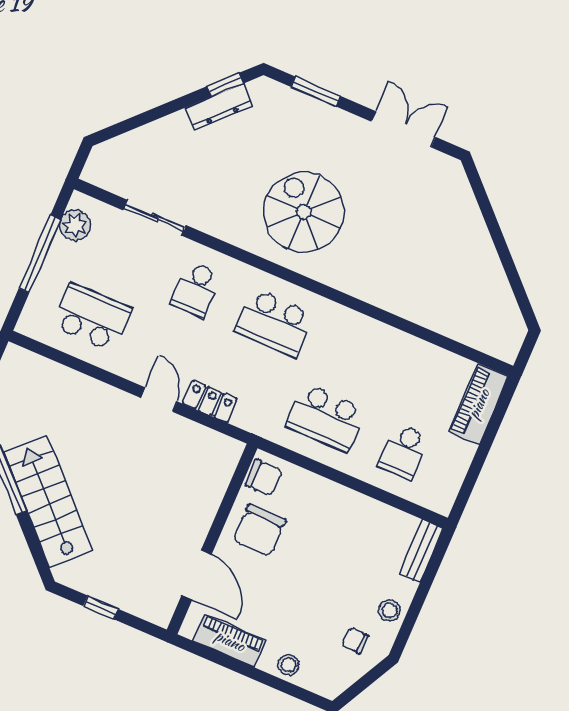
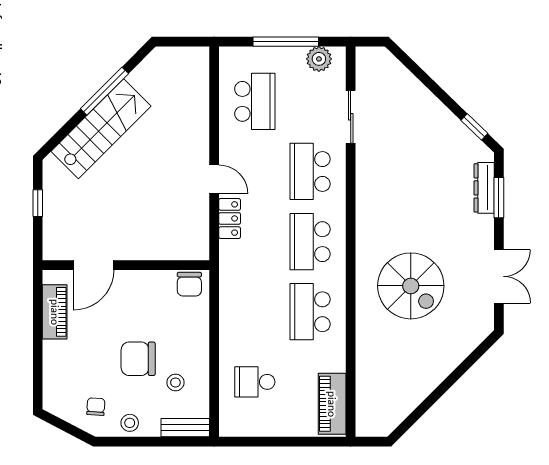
dresser: (219, 107) -> (484, 188), moved, turned 46
spiral stairs: (304, 212) -> (411, 286), moved, turned 90
school desk: (196, 289) -> (310, 171), width x1.85
door: (159, 400) -> (214, 179), hinge flipped
piano: (479, 404) -> (332, 404), moved, turned -90
school desk: (326, 418) -> (310, 312), moved
chair: (259, 530) -> (138, 359), moved
stool: (289, 665) -> (175, 383), moved

